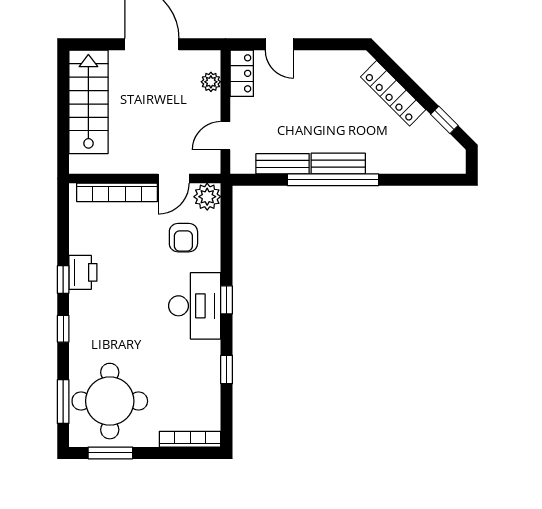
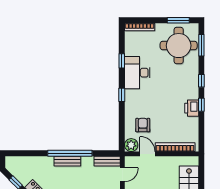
bench: (283, 164) -> (107, 161), moved
door: (174, 179) -> (148, 154), hinge flipped
desk: (195, 306) -> (137, 73), moved

